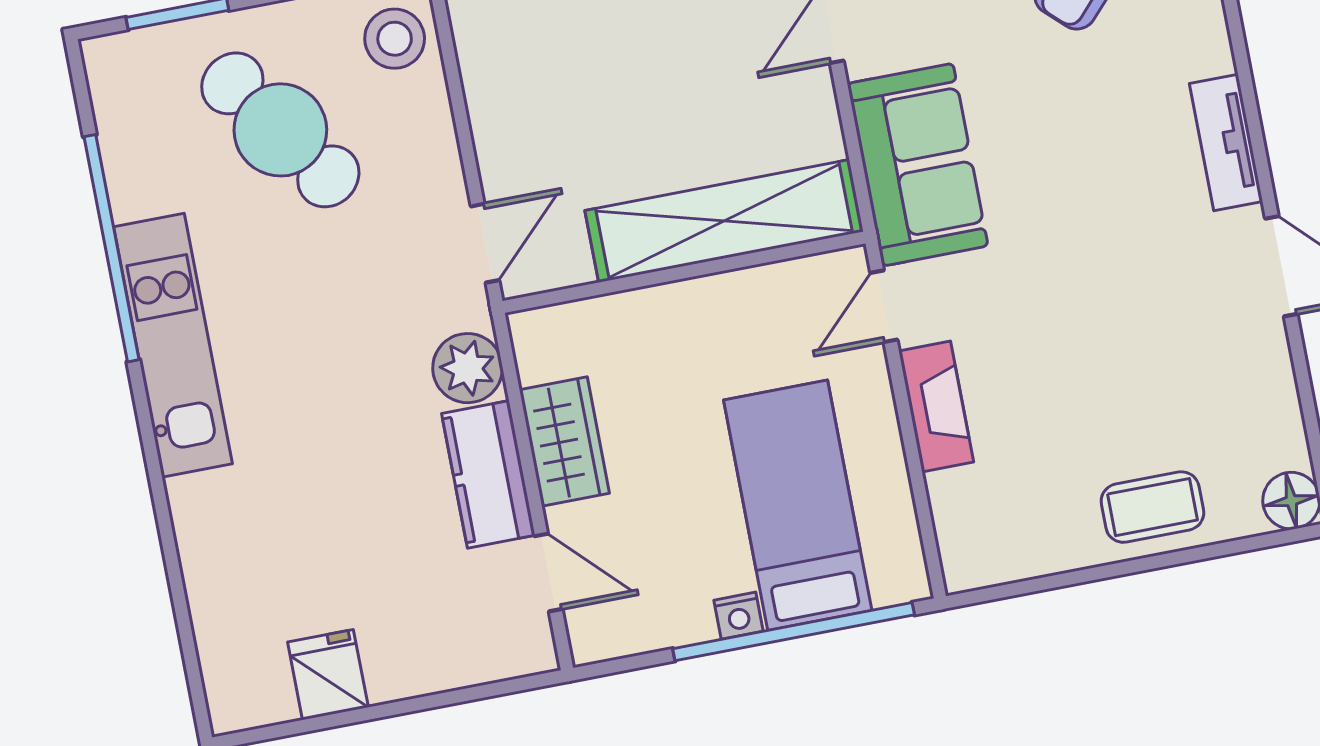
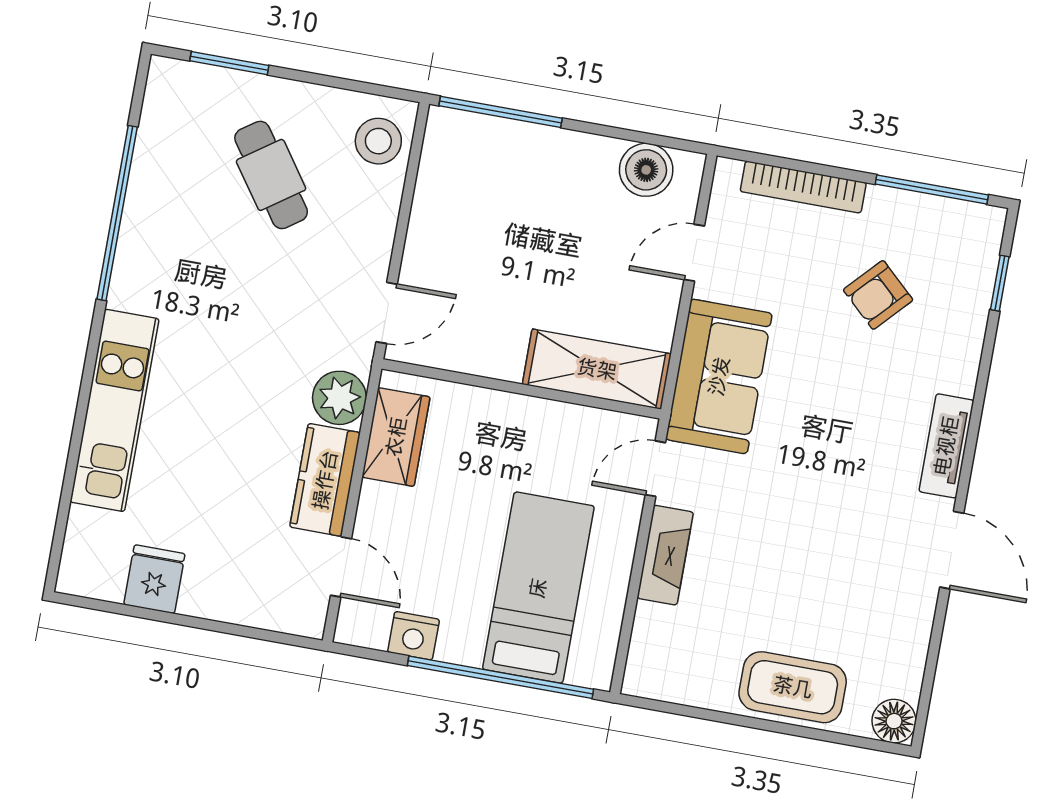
cafe table: (280, 130) -> (271, 175), width x0.73, depth x0.74
shelving: (724, 221) -> (597, 369), width x0.68
kitchen unit: (173, 345) -> (114, 410), moved
wardrobe: (564, 442) -> (396, 437), moved
coffee table: (1152, 507) -> (793, 687), width x1.36, depth x1.30
nightstand: (739, 616) -> (414, 636), moved, width x1.39, depth x1.35

